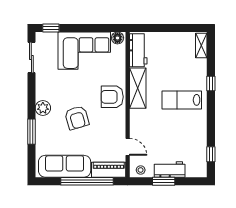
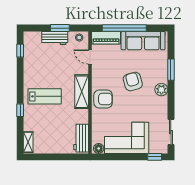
shelving: (138, 88) -> (82, 92), moved

